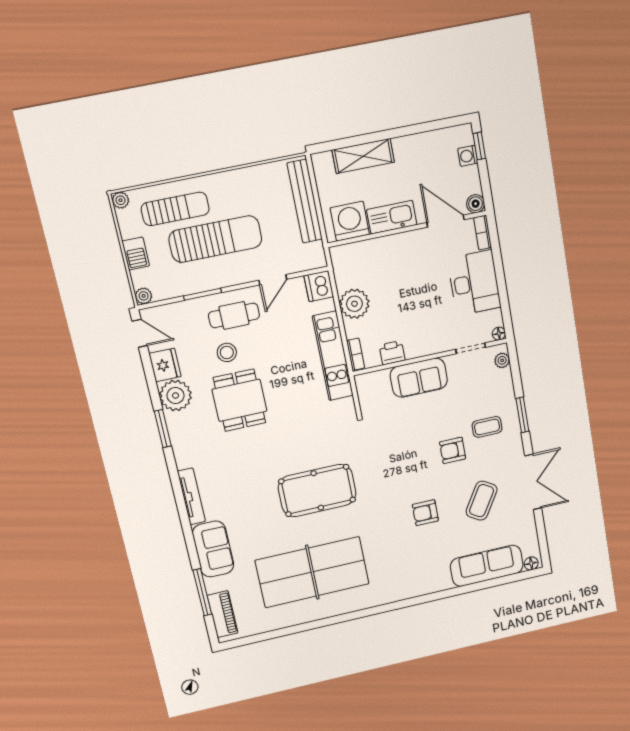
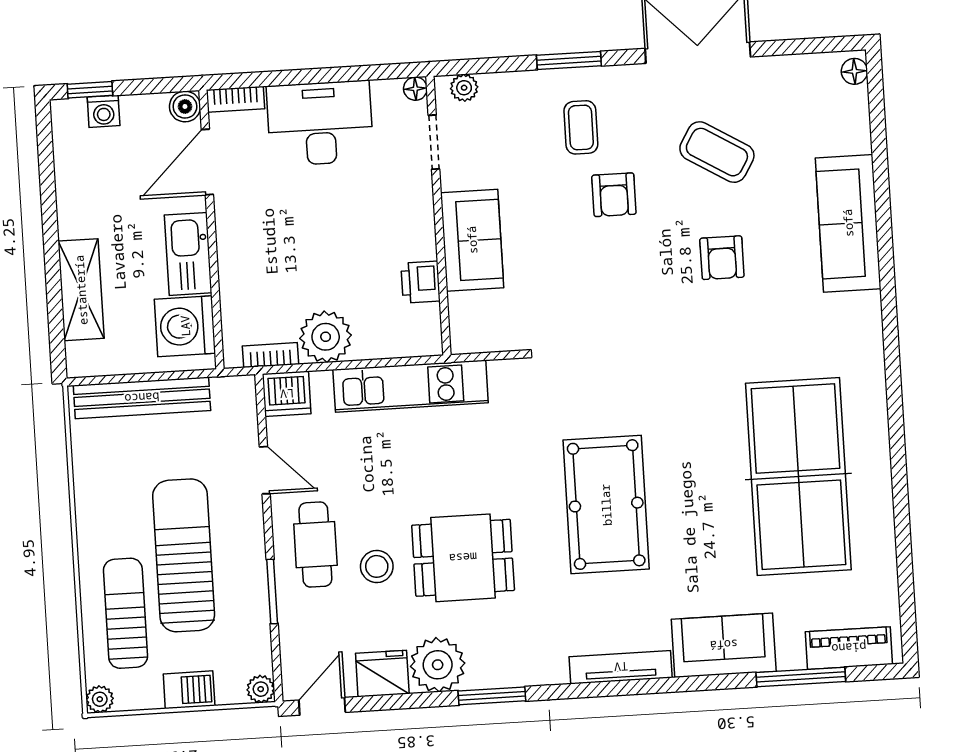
bookcase: (356, 354) -> (270, 355), moved
pool table: (317, 491) -> (606, 505), moved
sofa: (487, 566) -> (848, 223), moved

